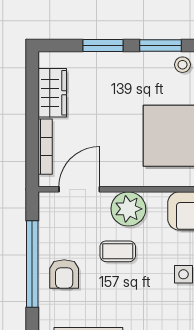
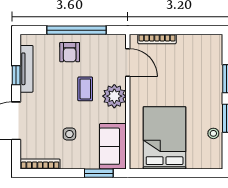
wardrobe: (52, 93) -> (194, 44), removed
armchair: (64, 274) -> (70, 52), turned -90

